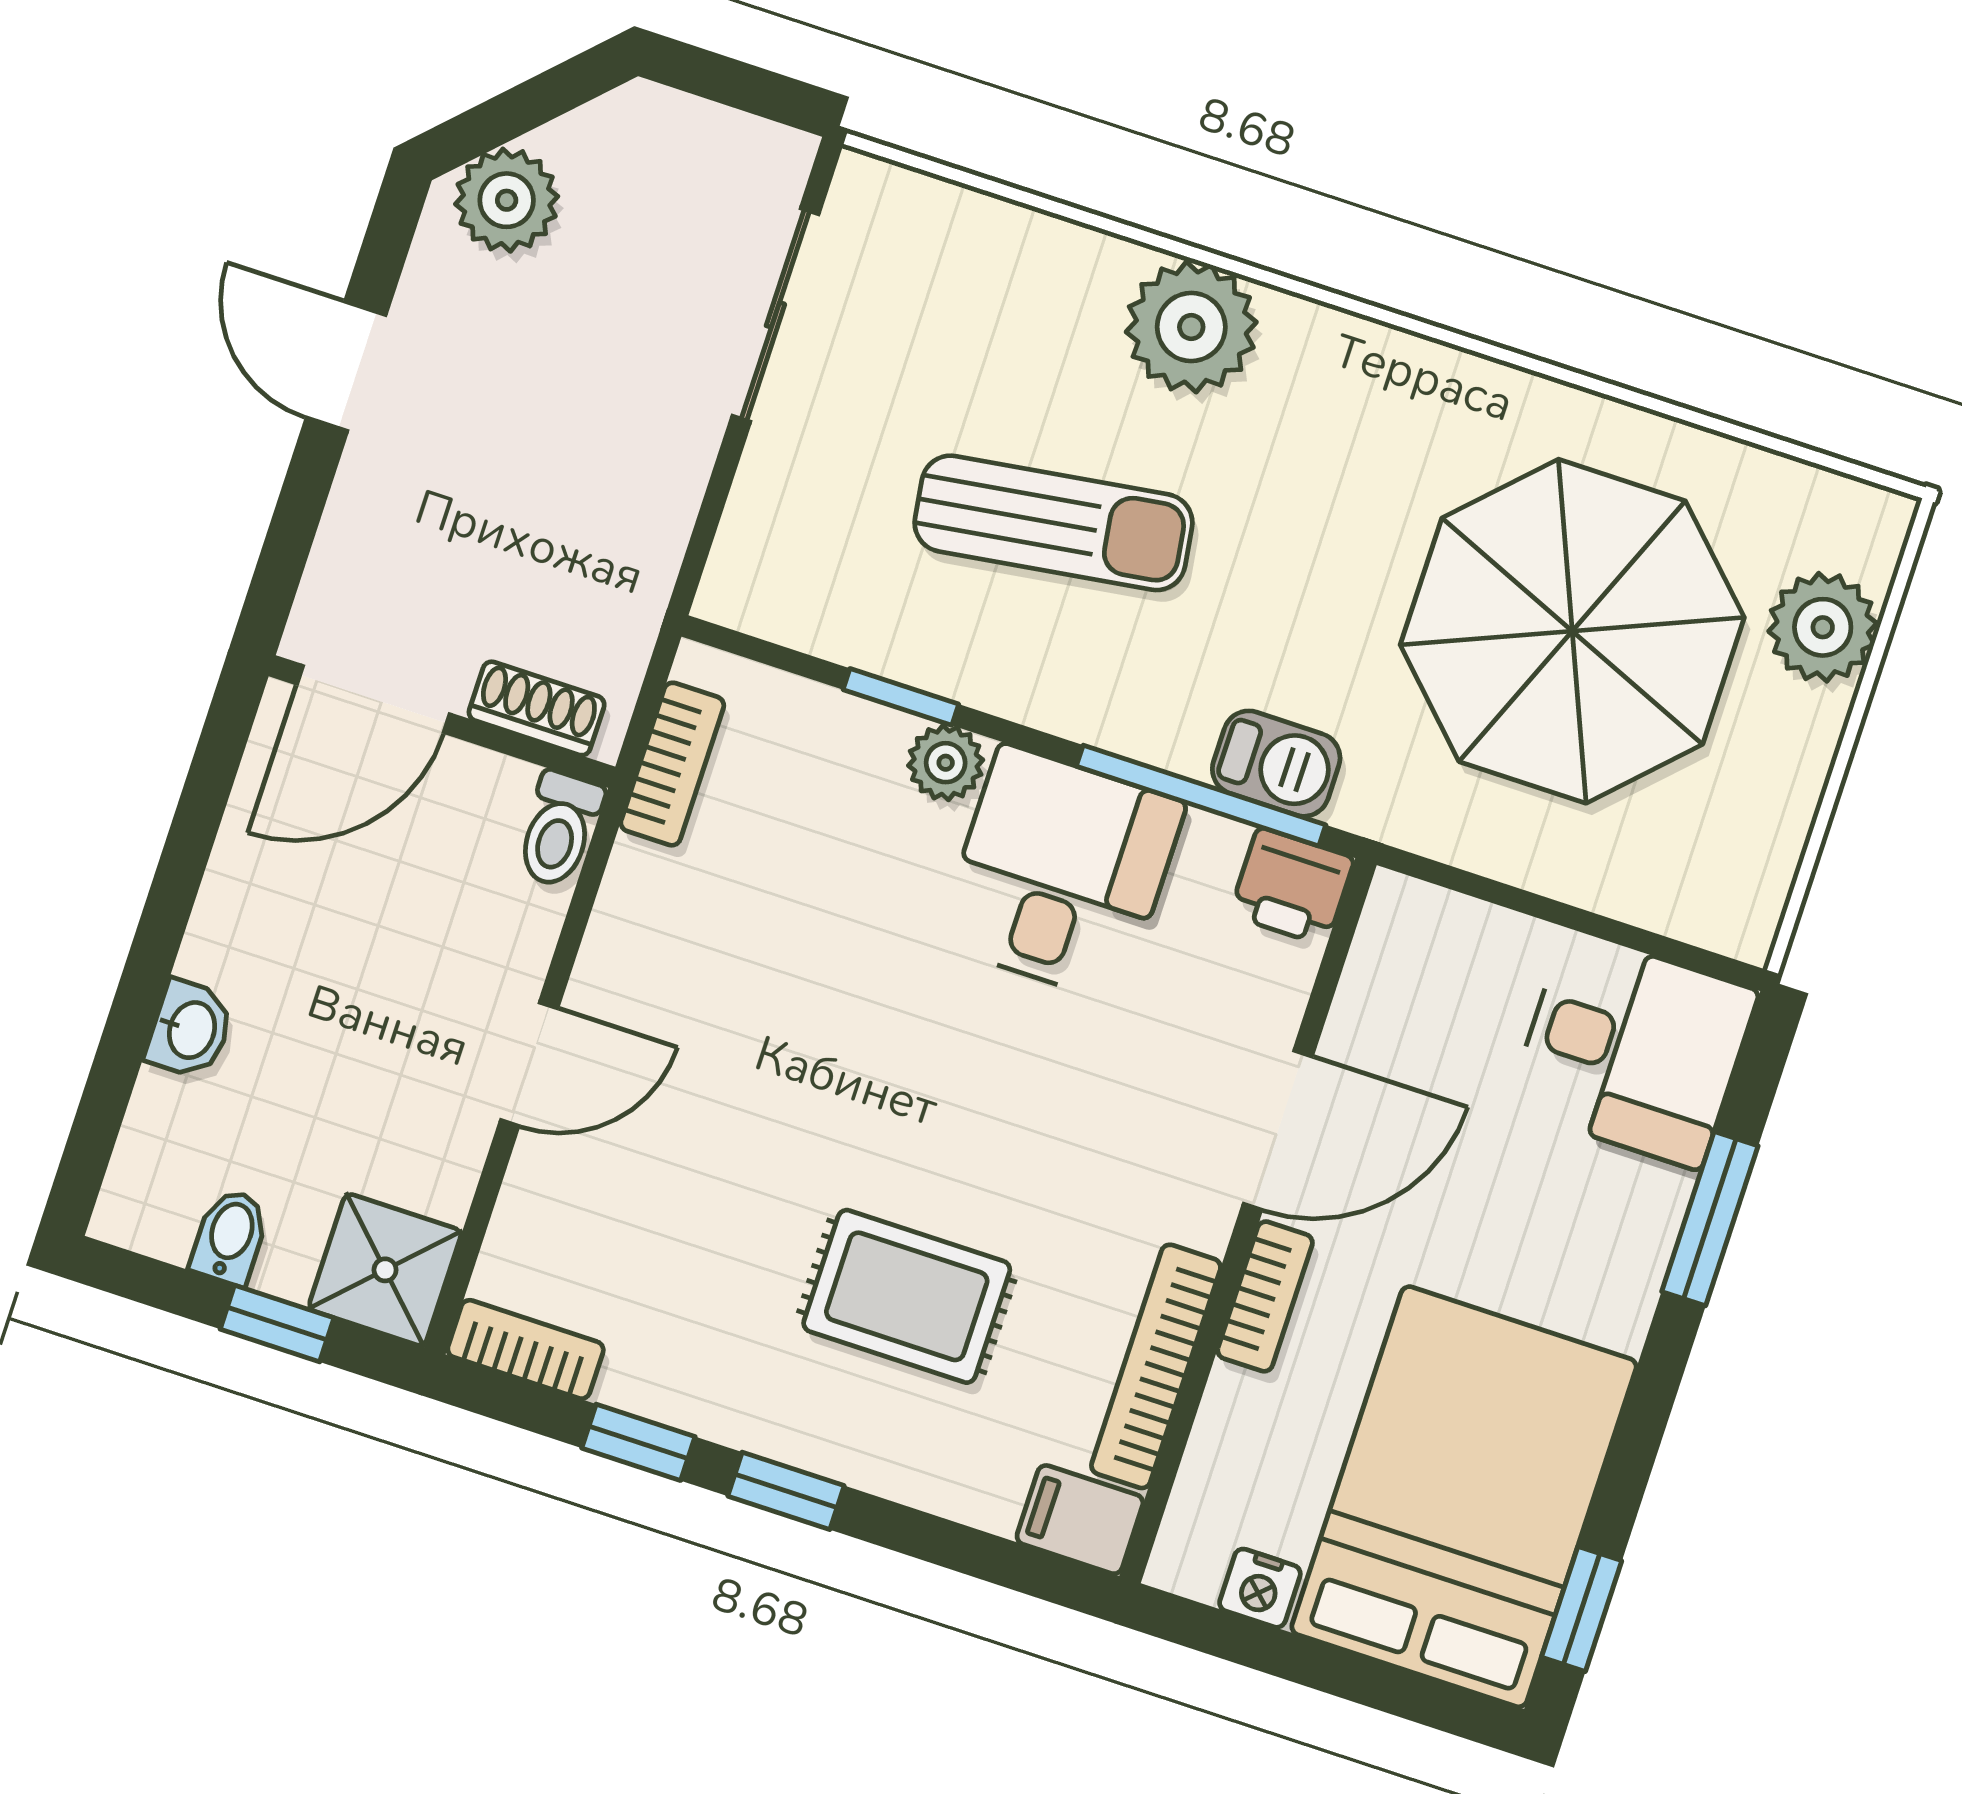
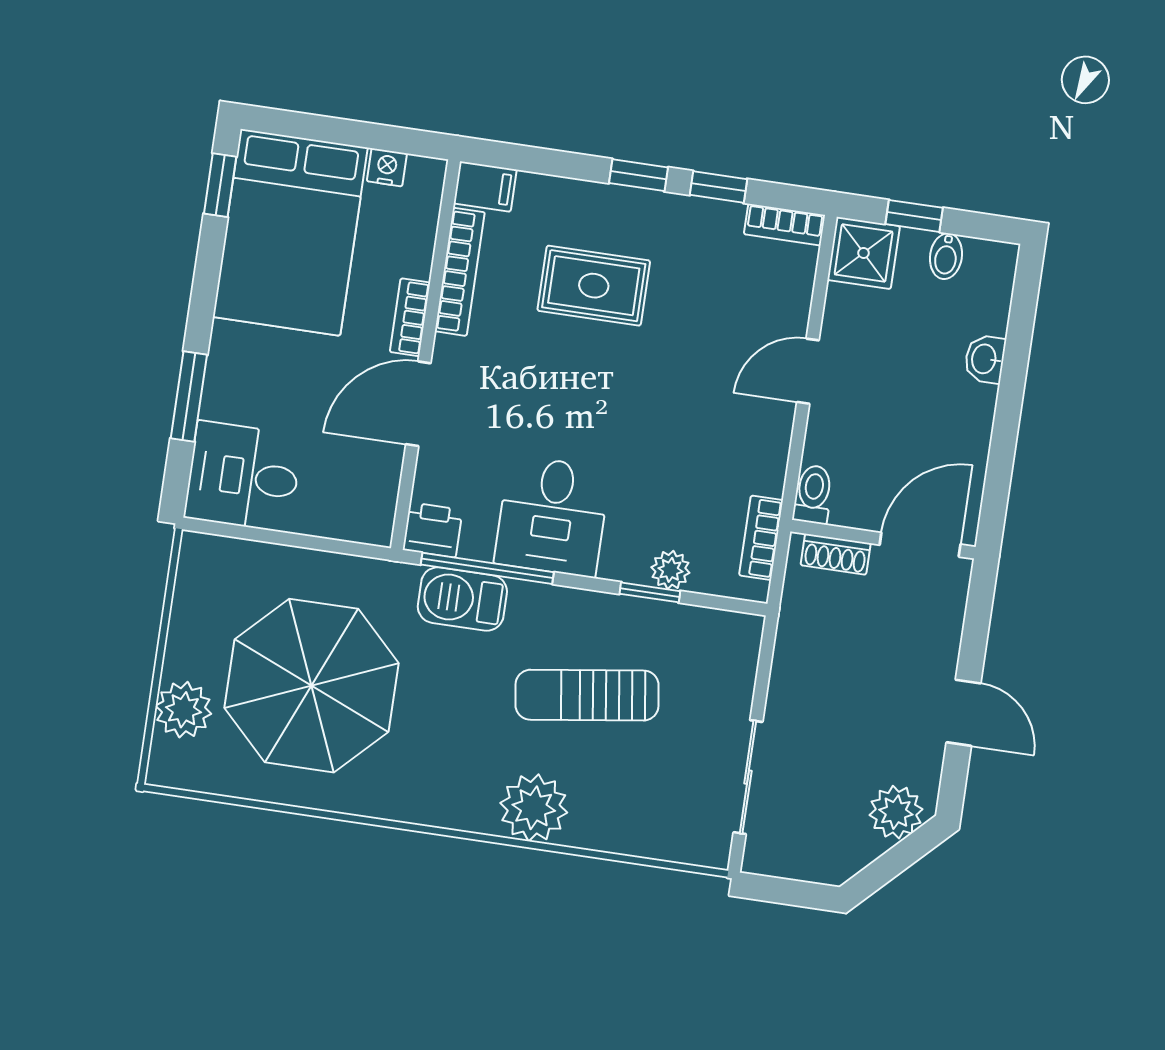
plant: (946, 763) -> (670, 570), moved
barbecue: (1276, 764) -> (462, 599), width x1.38, depth x1.27

